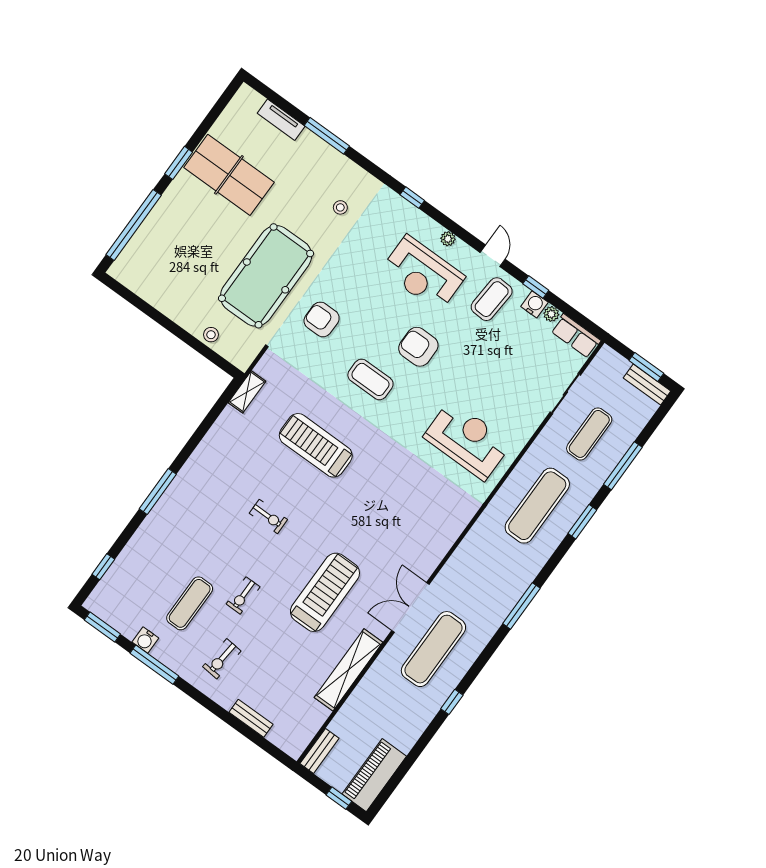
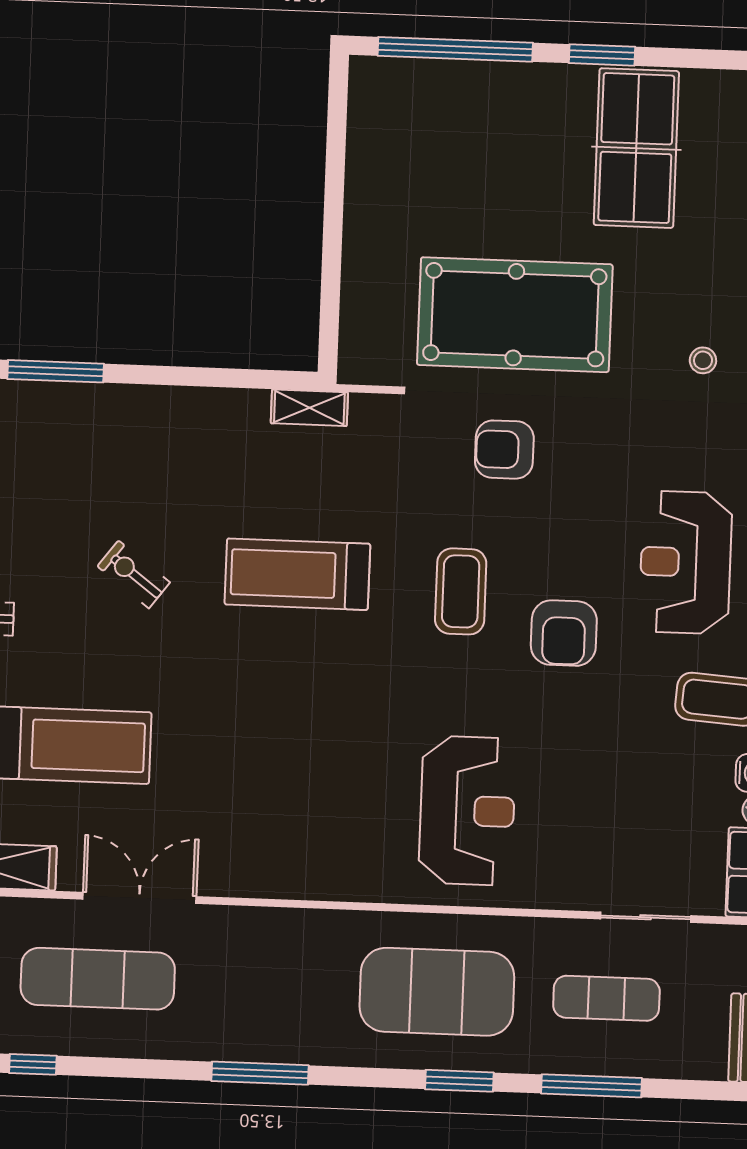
armchair: (322, 319) -> (504, 450), turned -90
stool: (211, 335) -> (363, 289), removed
armchair: (418, 347) -> (564, 633), turned 180
treadmill: (316, 445) -> (297, 574), turned -90
exercise mat: (537, 506) -> (437, 992), width x1.47
exercise bike: (268, 516) -> (134, 574), turned 127

